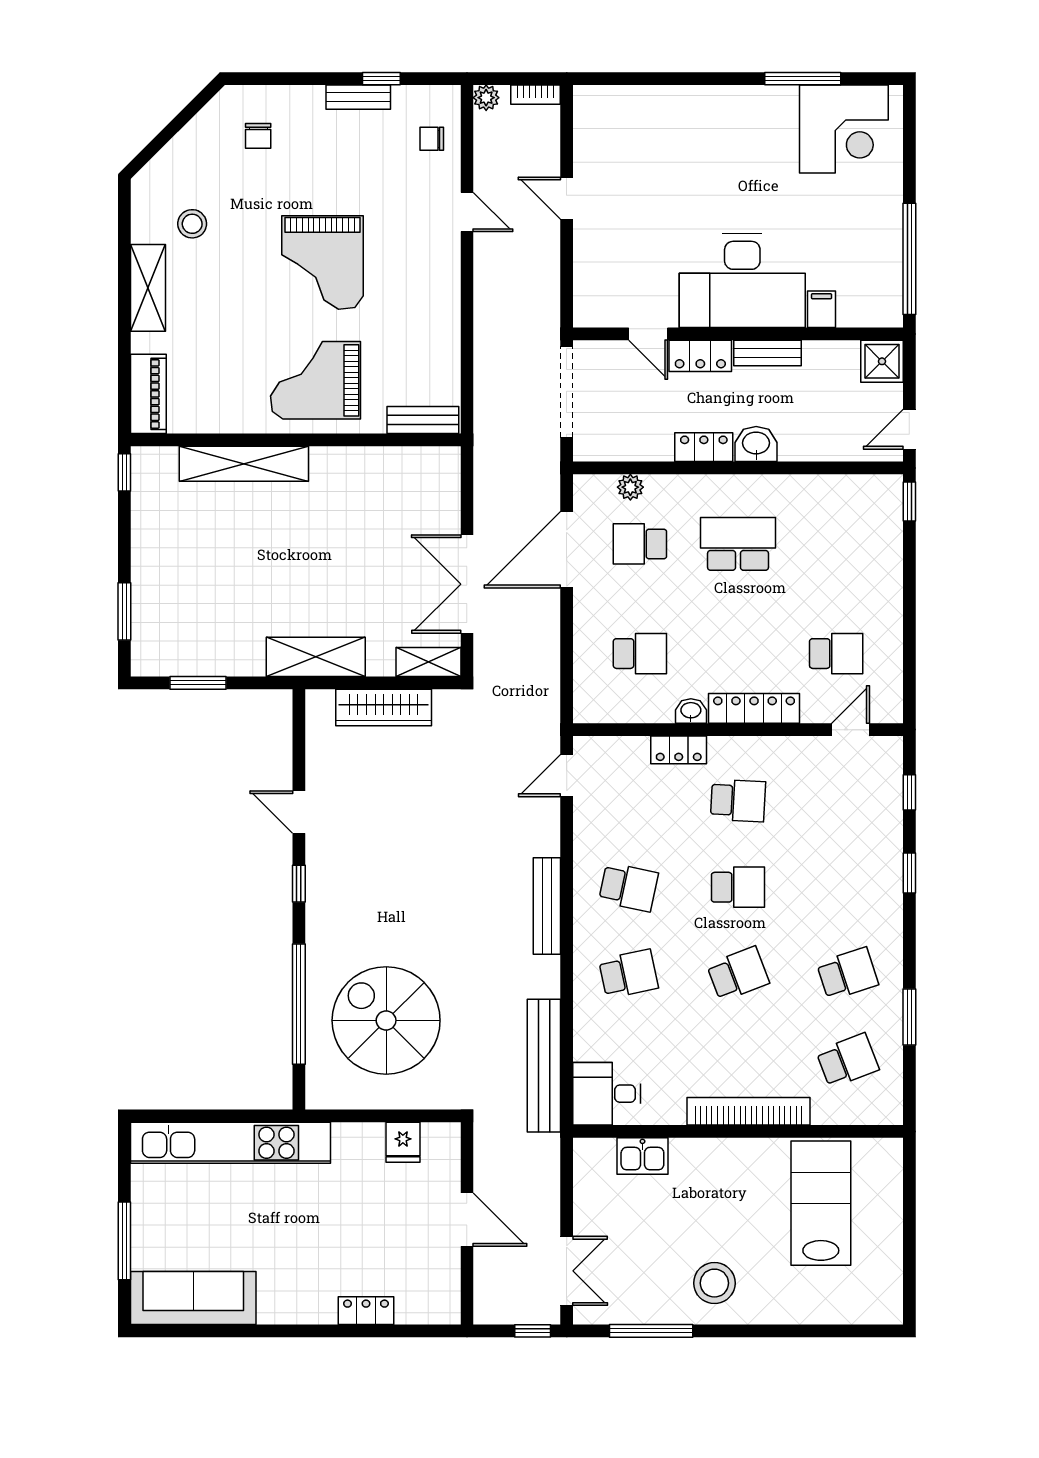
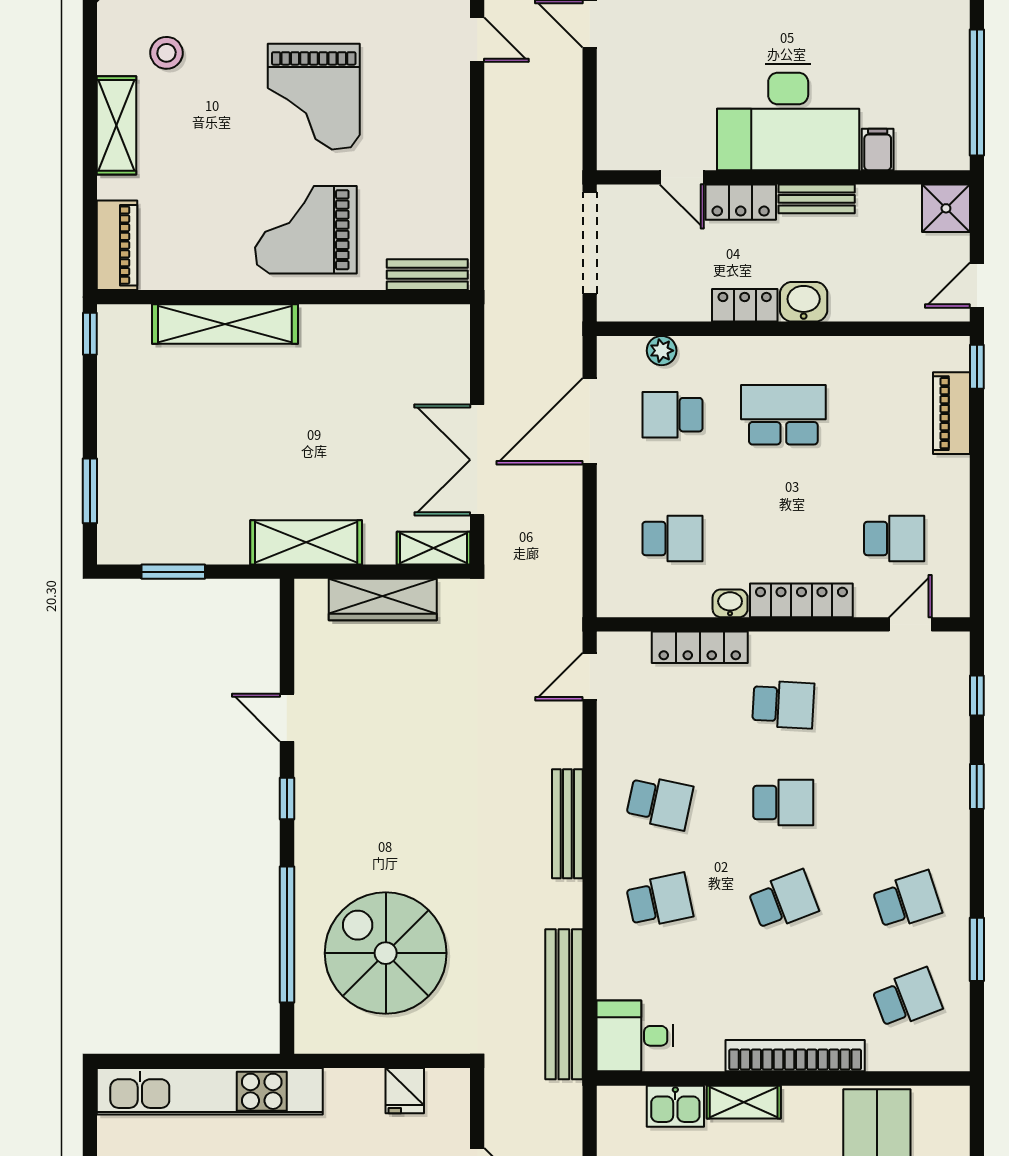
piano: (887, 543) -> (952, 413), added
locker: (679, 750) -> (700, 647), width x1.53
shelving: (703, 1152) -> (744, 1102), added

